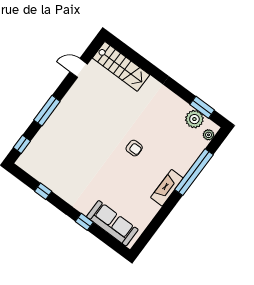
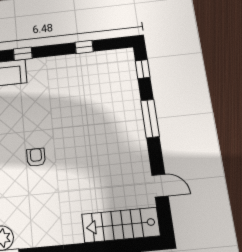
door: (79, 68) -> (160, 185), hinge flipped
armchair: (134, 148) -> (36, 157), turned 90

